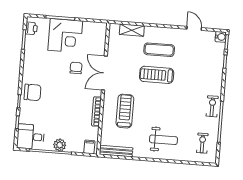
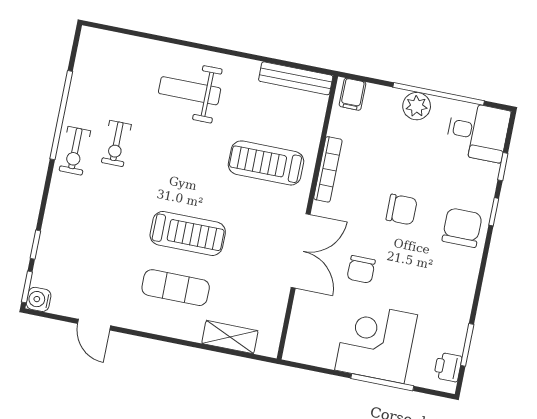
chair: (32, 92) -> (462, 228), turned 90
chair: (61, 97) -> (402, 210), added
treadmill: (125, 111) -> (266, 163), turned 90
exercise bike: (202, 143) -> (116, 143), moved

